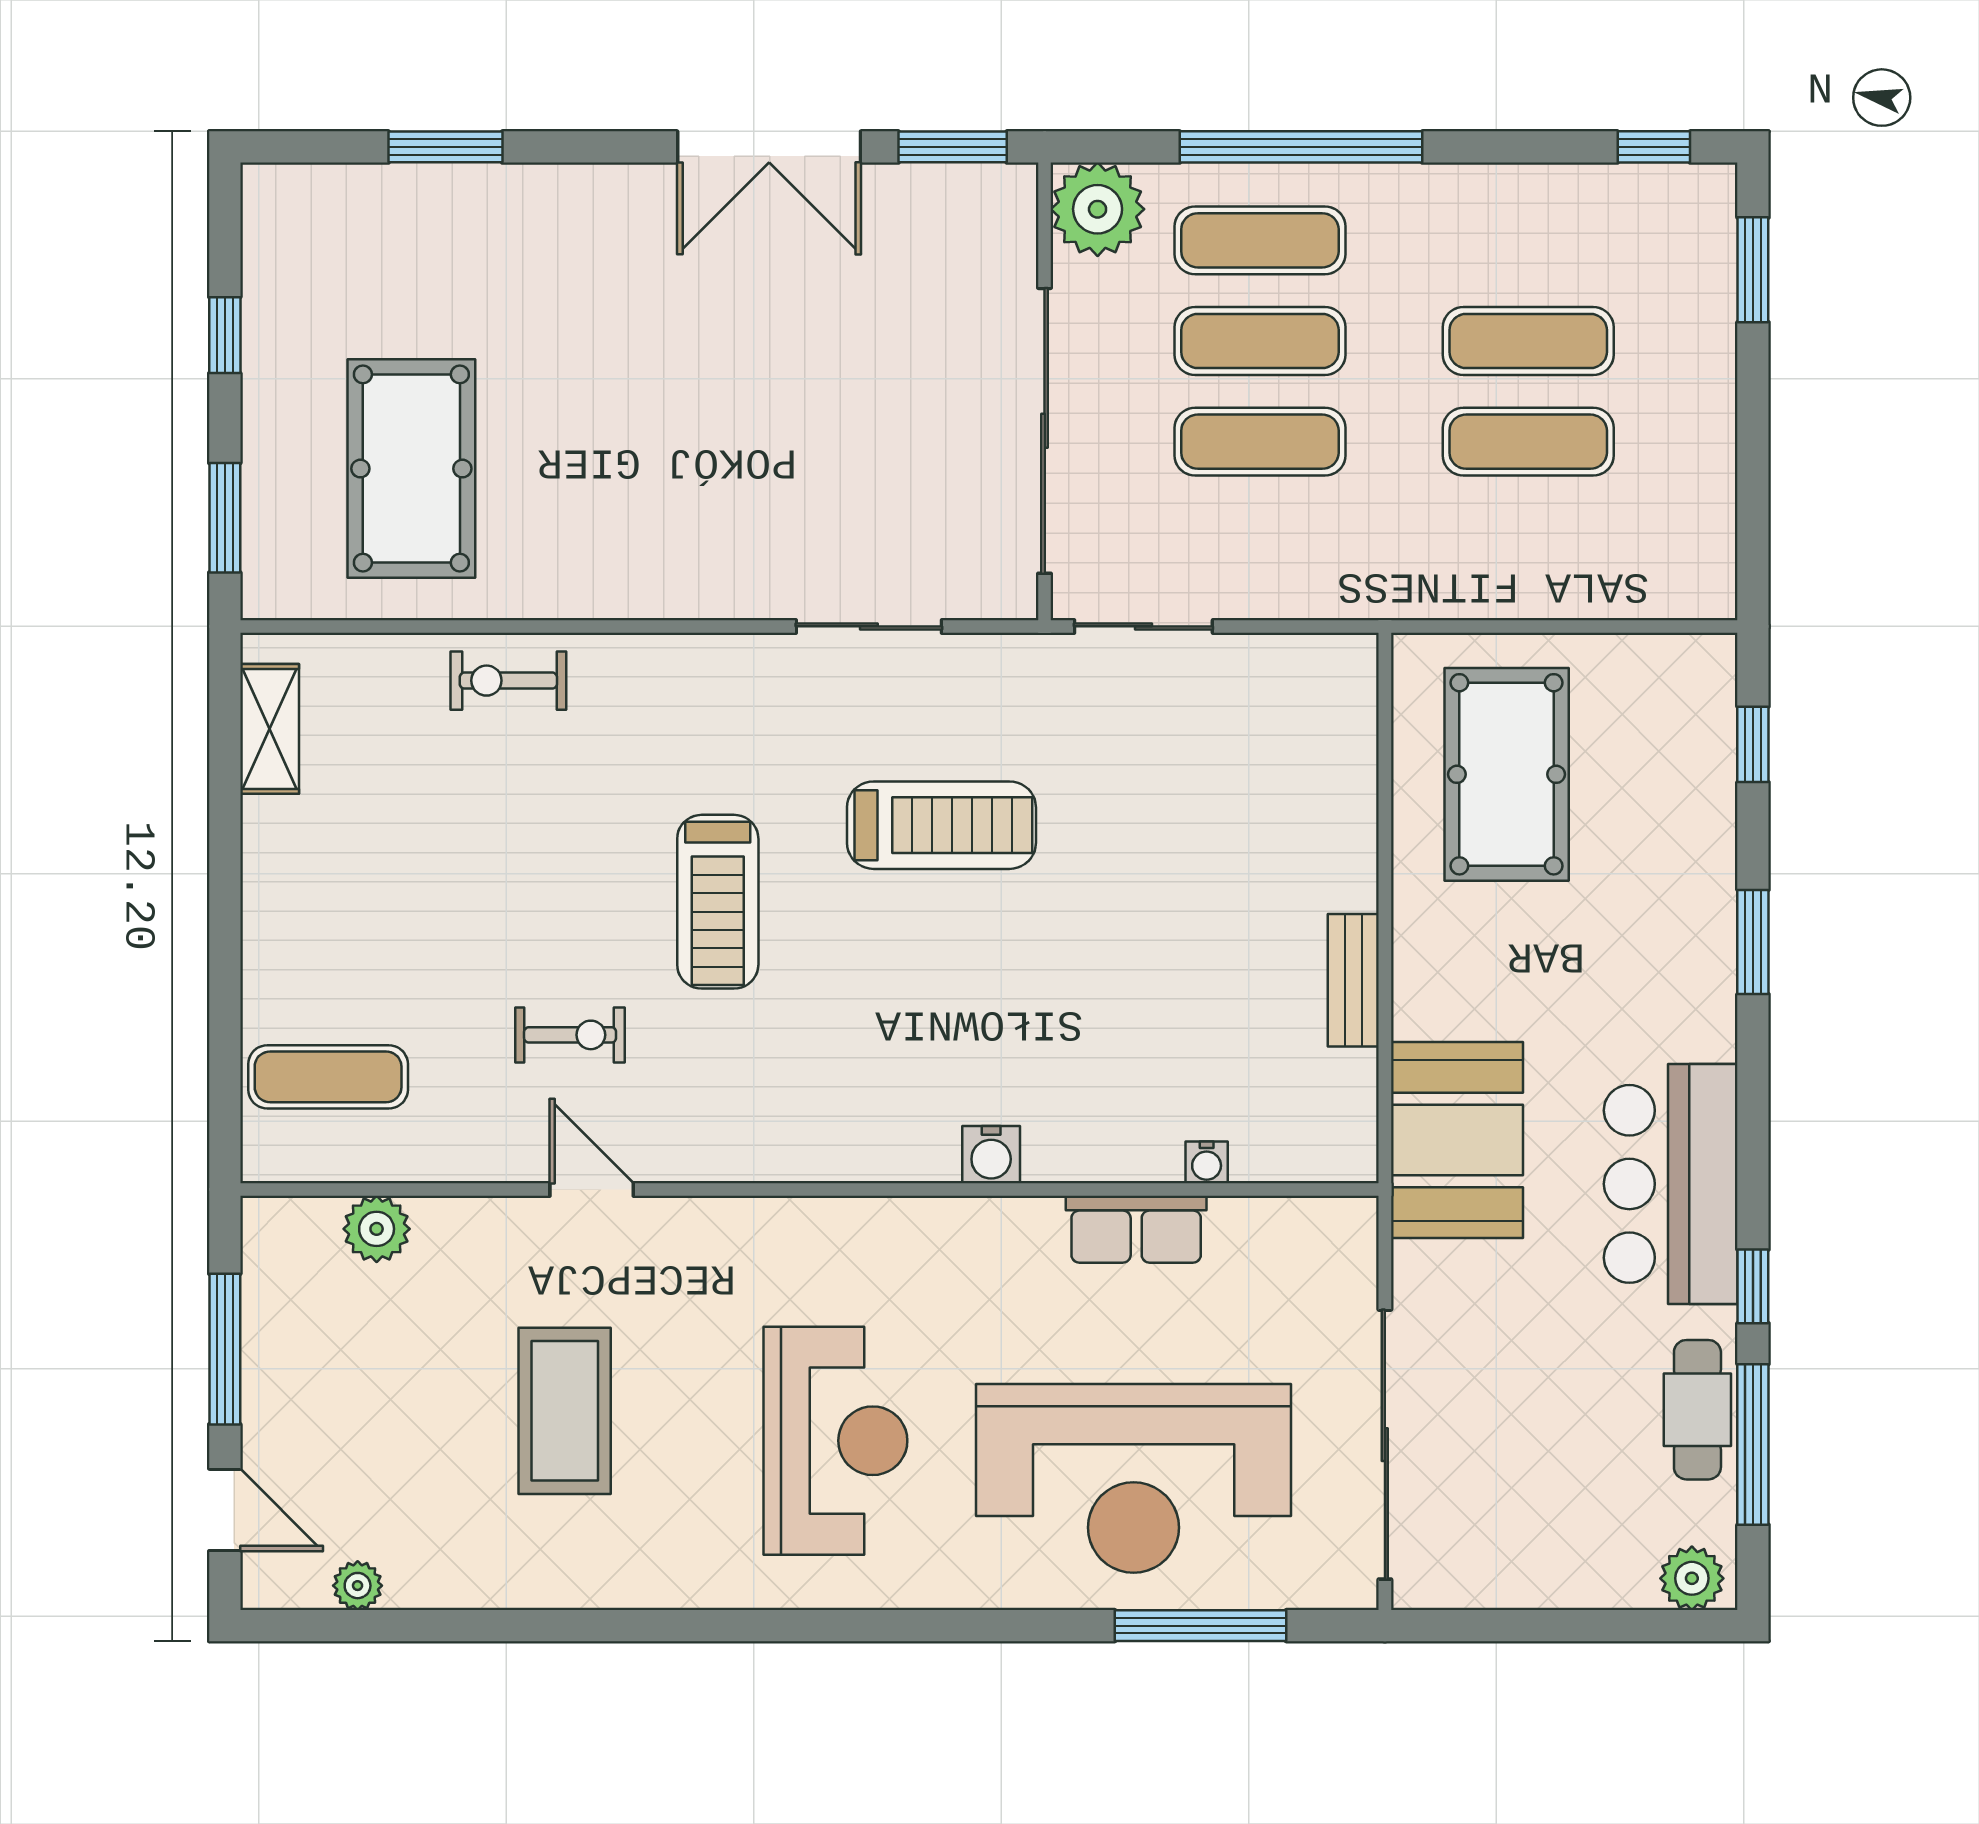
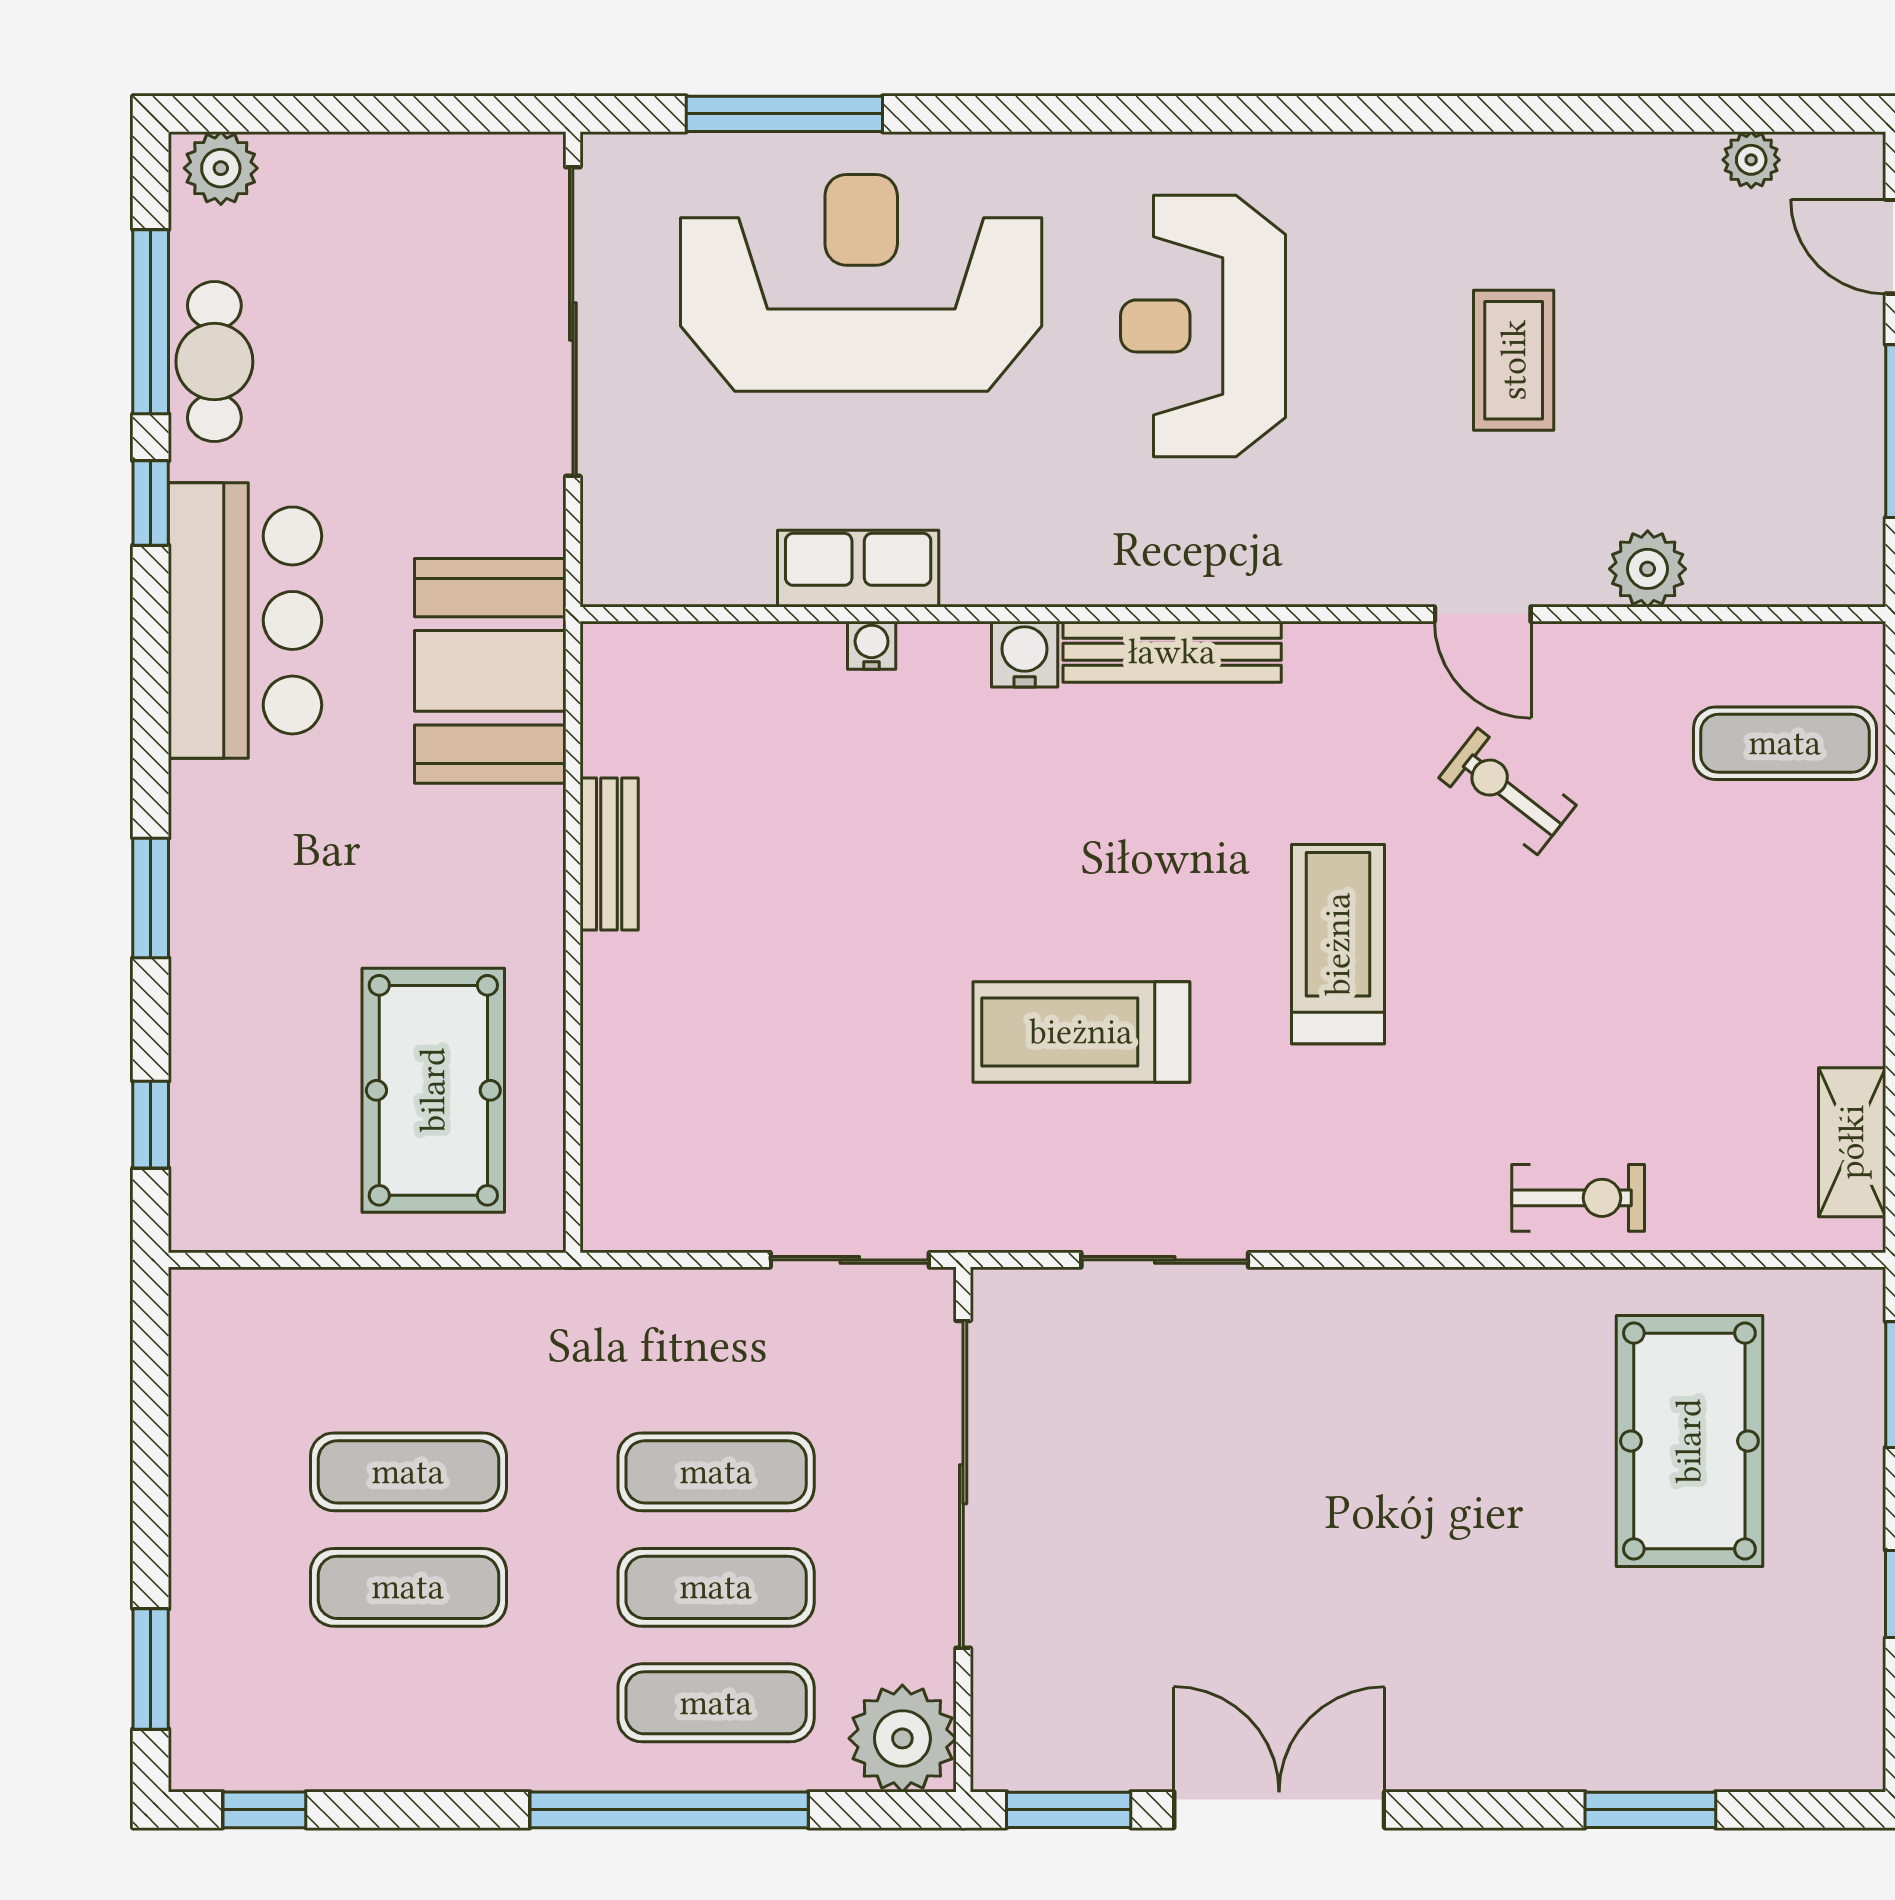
exercise bike: (570, 1035) -> (1507, 791), turned 38
bench: (862, 1157) -> (1172, 652), added
water cooler: (1207, 1162) -> (872, 645), moved
plant: (377, 1229) -> (1648, 569), moved
coffee table: (565, 1411) -> (1514, 360), width x0.73, depth x0.76

